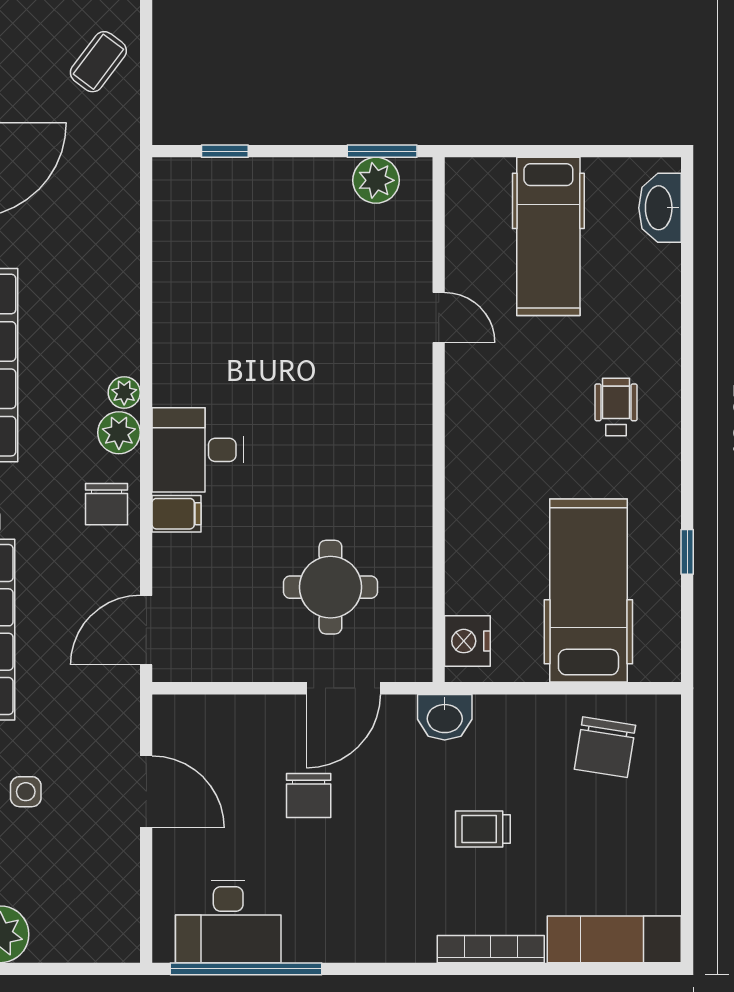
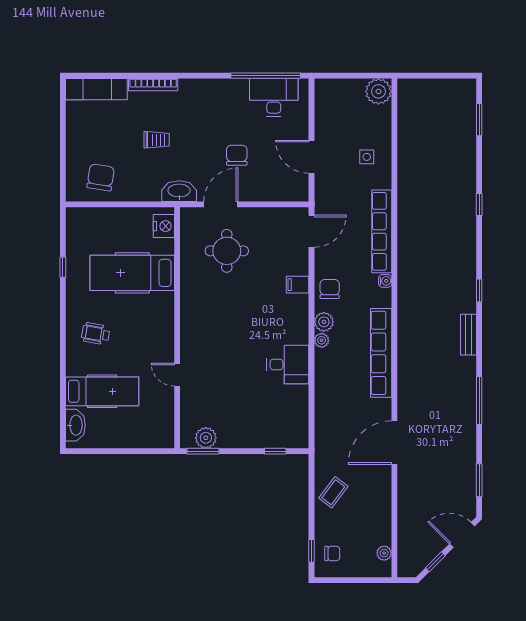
hospital bed: (548, 236) -> (102, 391), moved, turned 90
wheelchair: (616, 407) -> (96, 334), turned 100
desk: (198, 450) -> (288, 364), moved
hospital bed: (588, 590) -> (132, 273), moved, turned 90
washbasin: (445, 717) -> (179, 191), width x1.38

